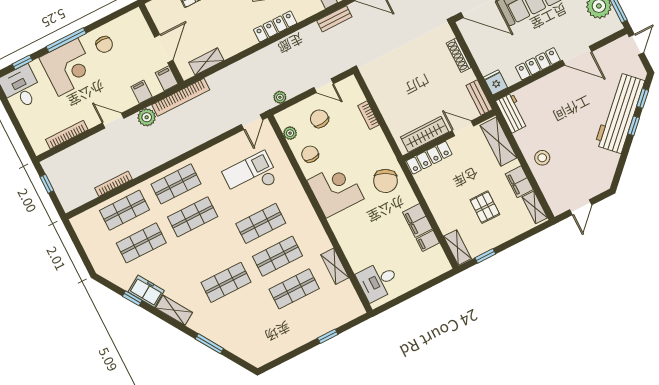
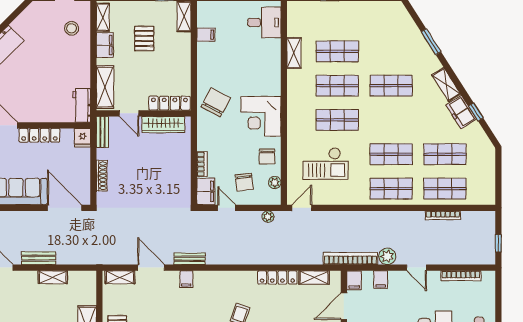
locker: (275, 26) -> (277, 277), moved
stool: (542, 158) -> (72, 28), moved
filing cabinet: (417, 221) -> (206, 191), moved

